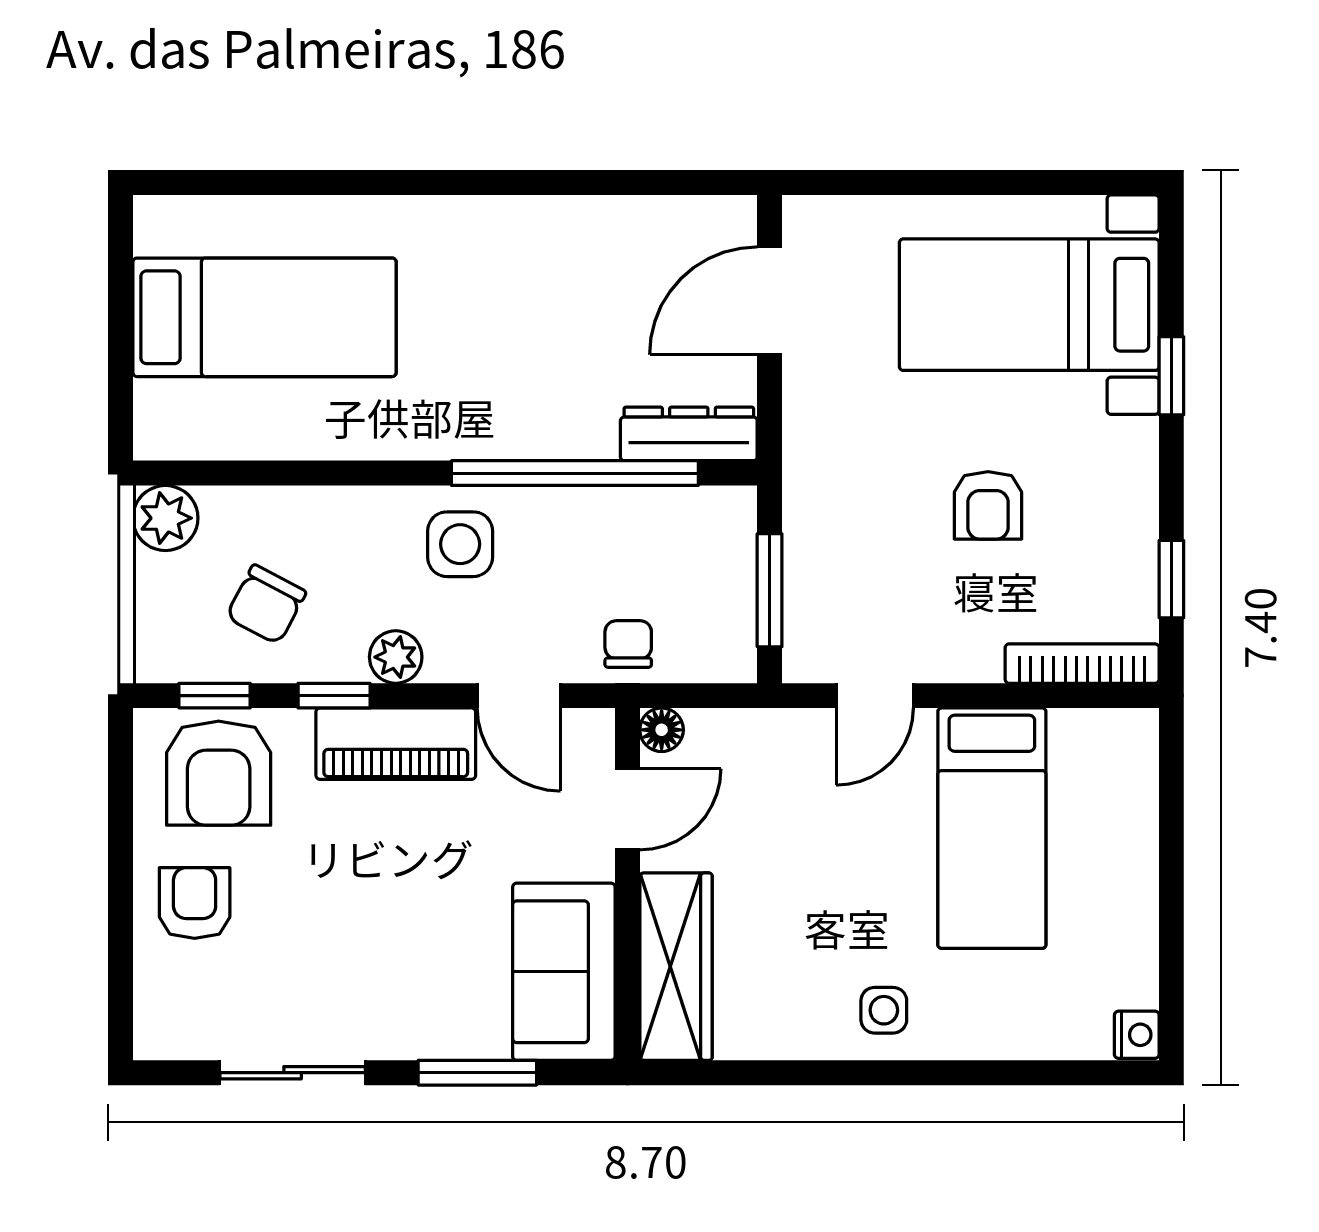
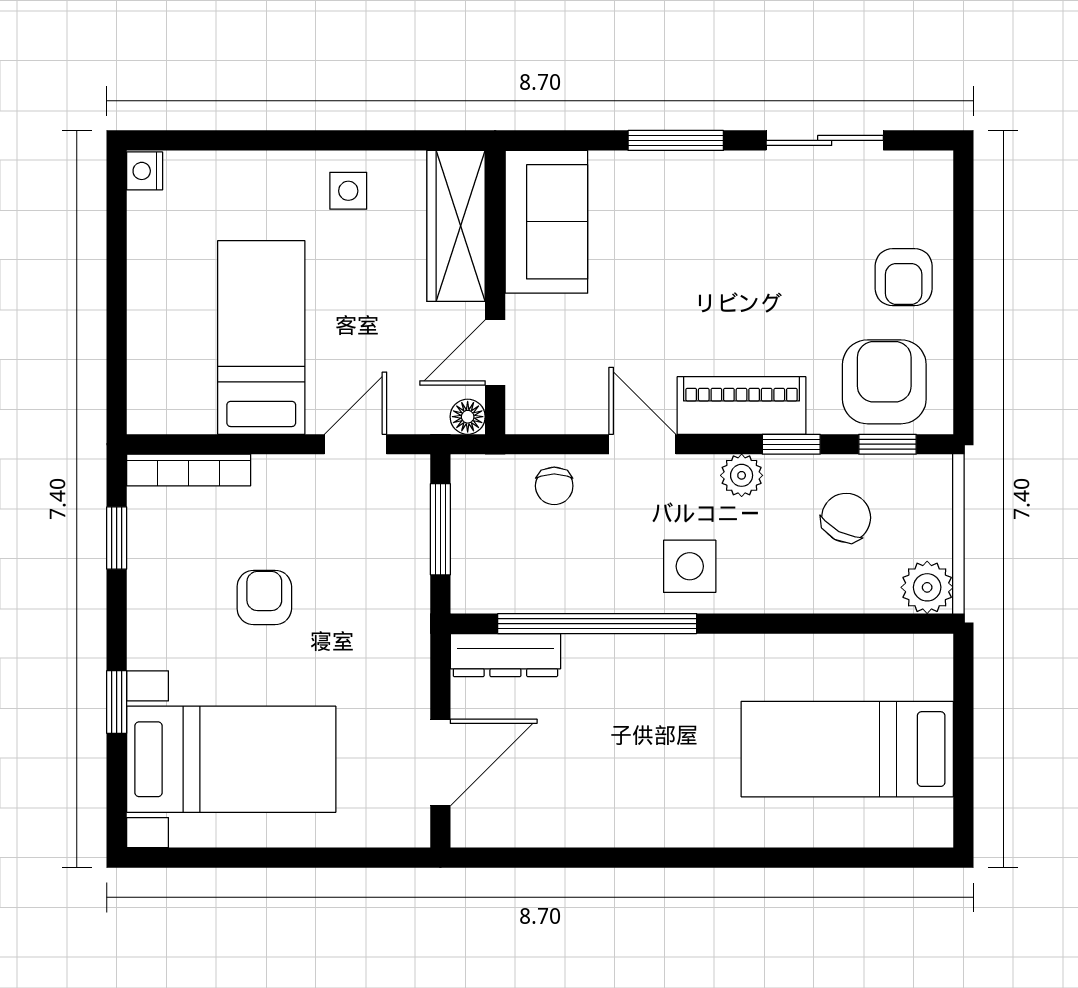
floor lamp: (662, 730) -> (468, 417), moved
door: (627, 809) -> (495, 353), moved
wall: (627, 884) -> (495, 292), moved
wardrobe: (676, 967) -> (456, 226), moved
sofa: (564, 972) -> (546, 222), moved

